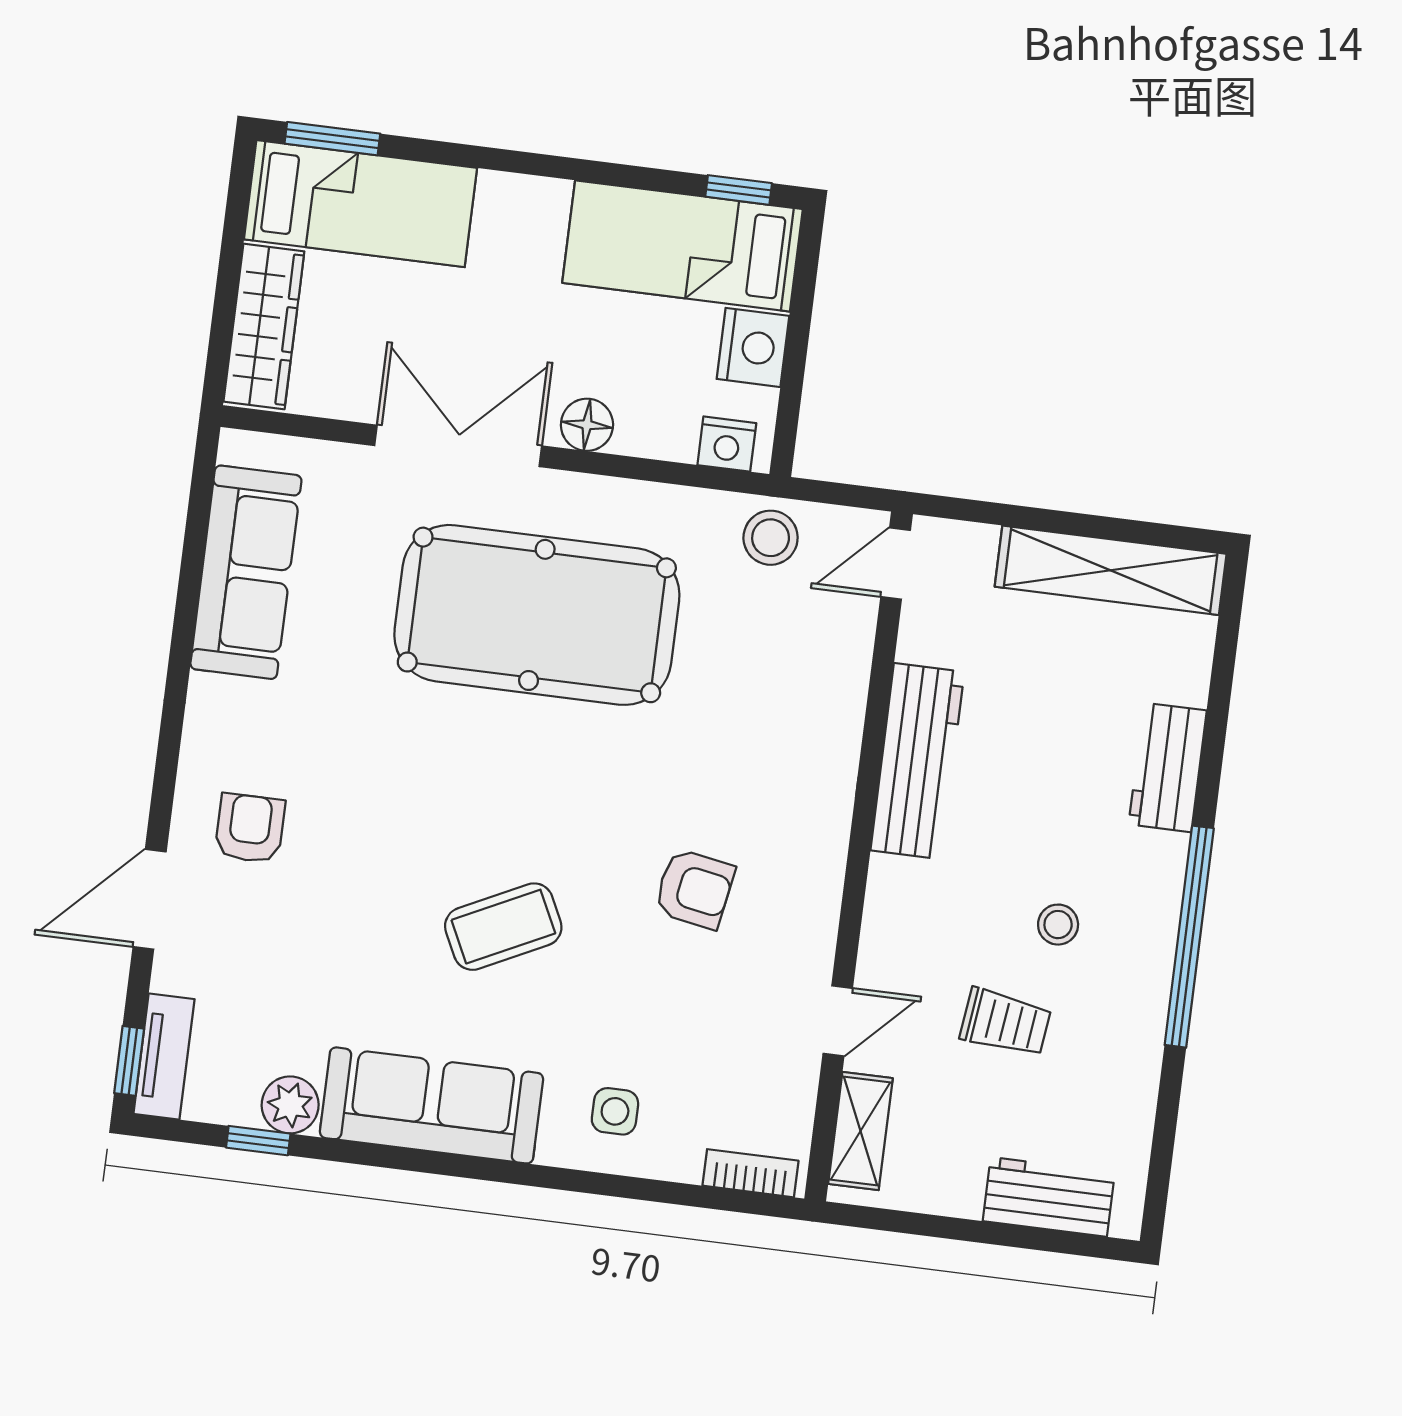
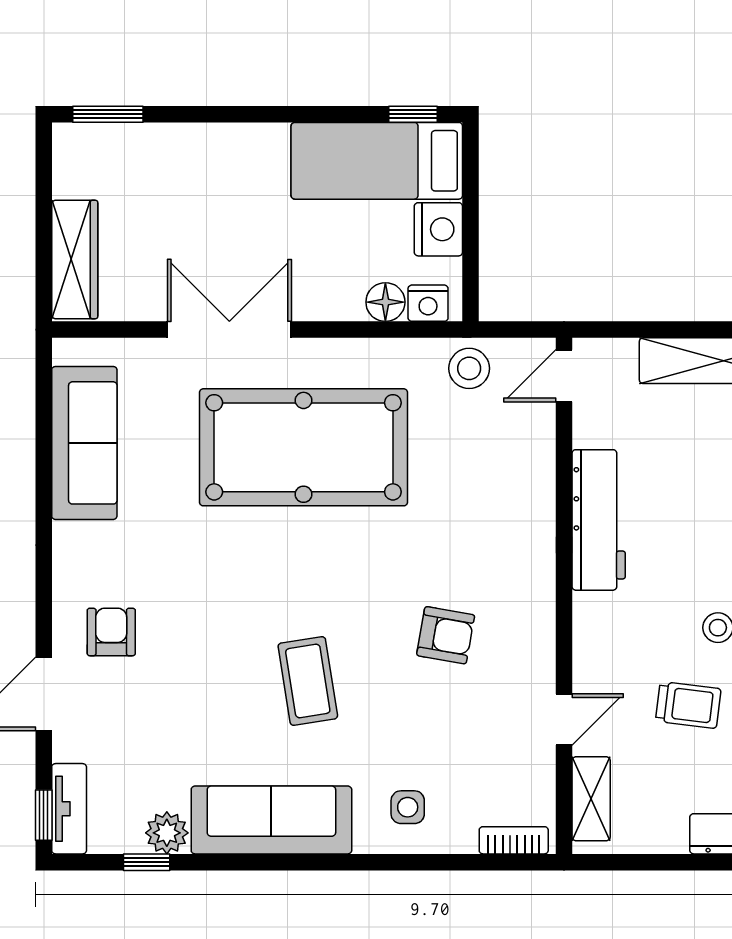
bed: (361, 204) -> (135, 160), removed
floor lamp: (587, 425) -> (385, 302), moved
coffee table: (503, 927) -> (308, 681), turned -73

